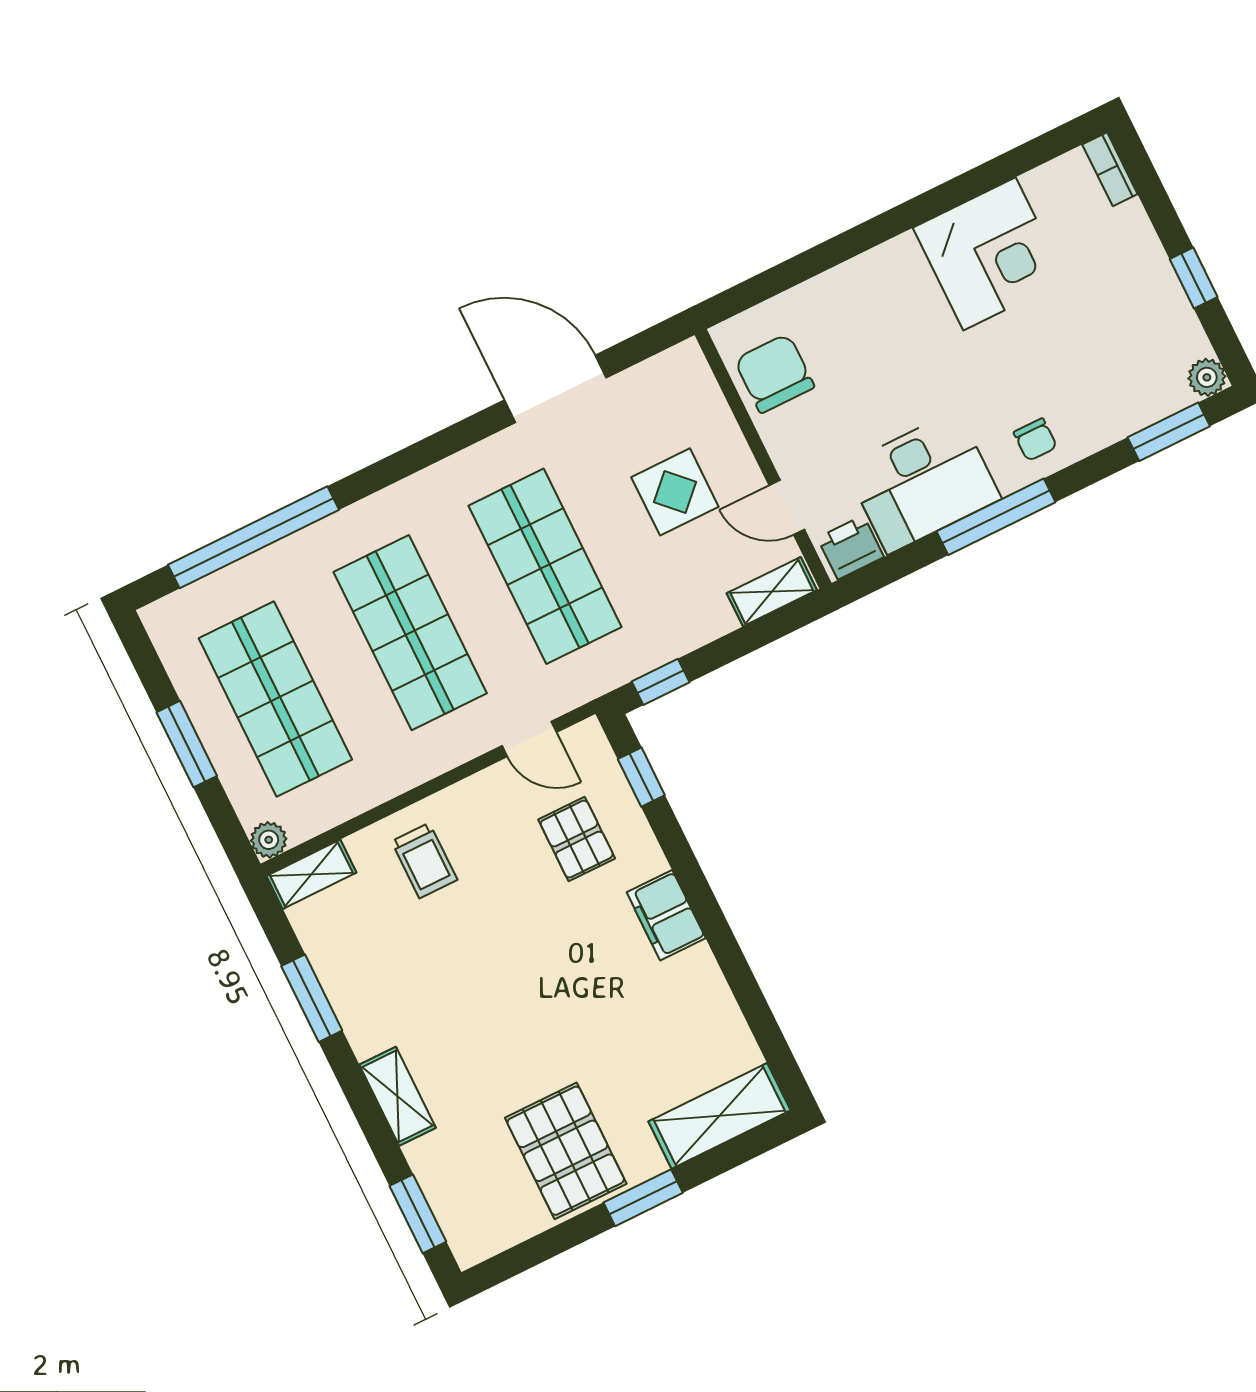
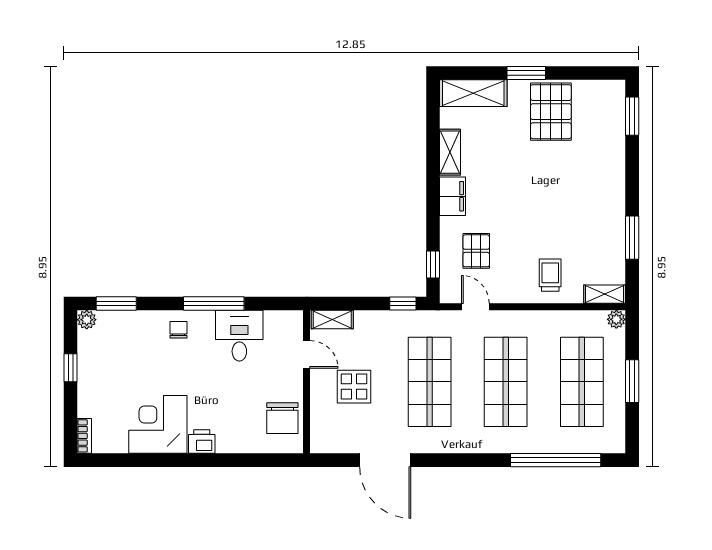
desk: (922, 482) -> (239, 336), width x0.73
printer: (851, 547) -> (202, 442), moved, turned 180
shelving: (398, 1096) -> (450, 152), moved

